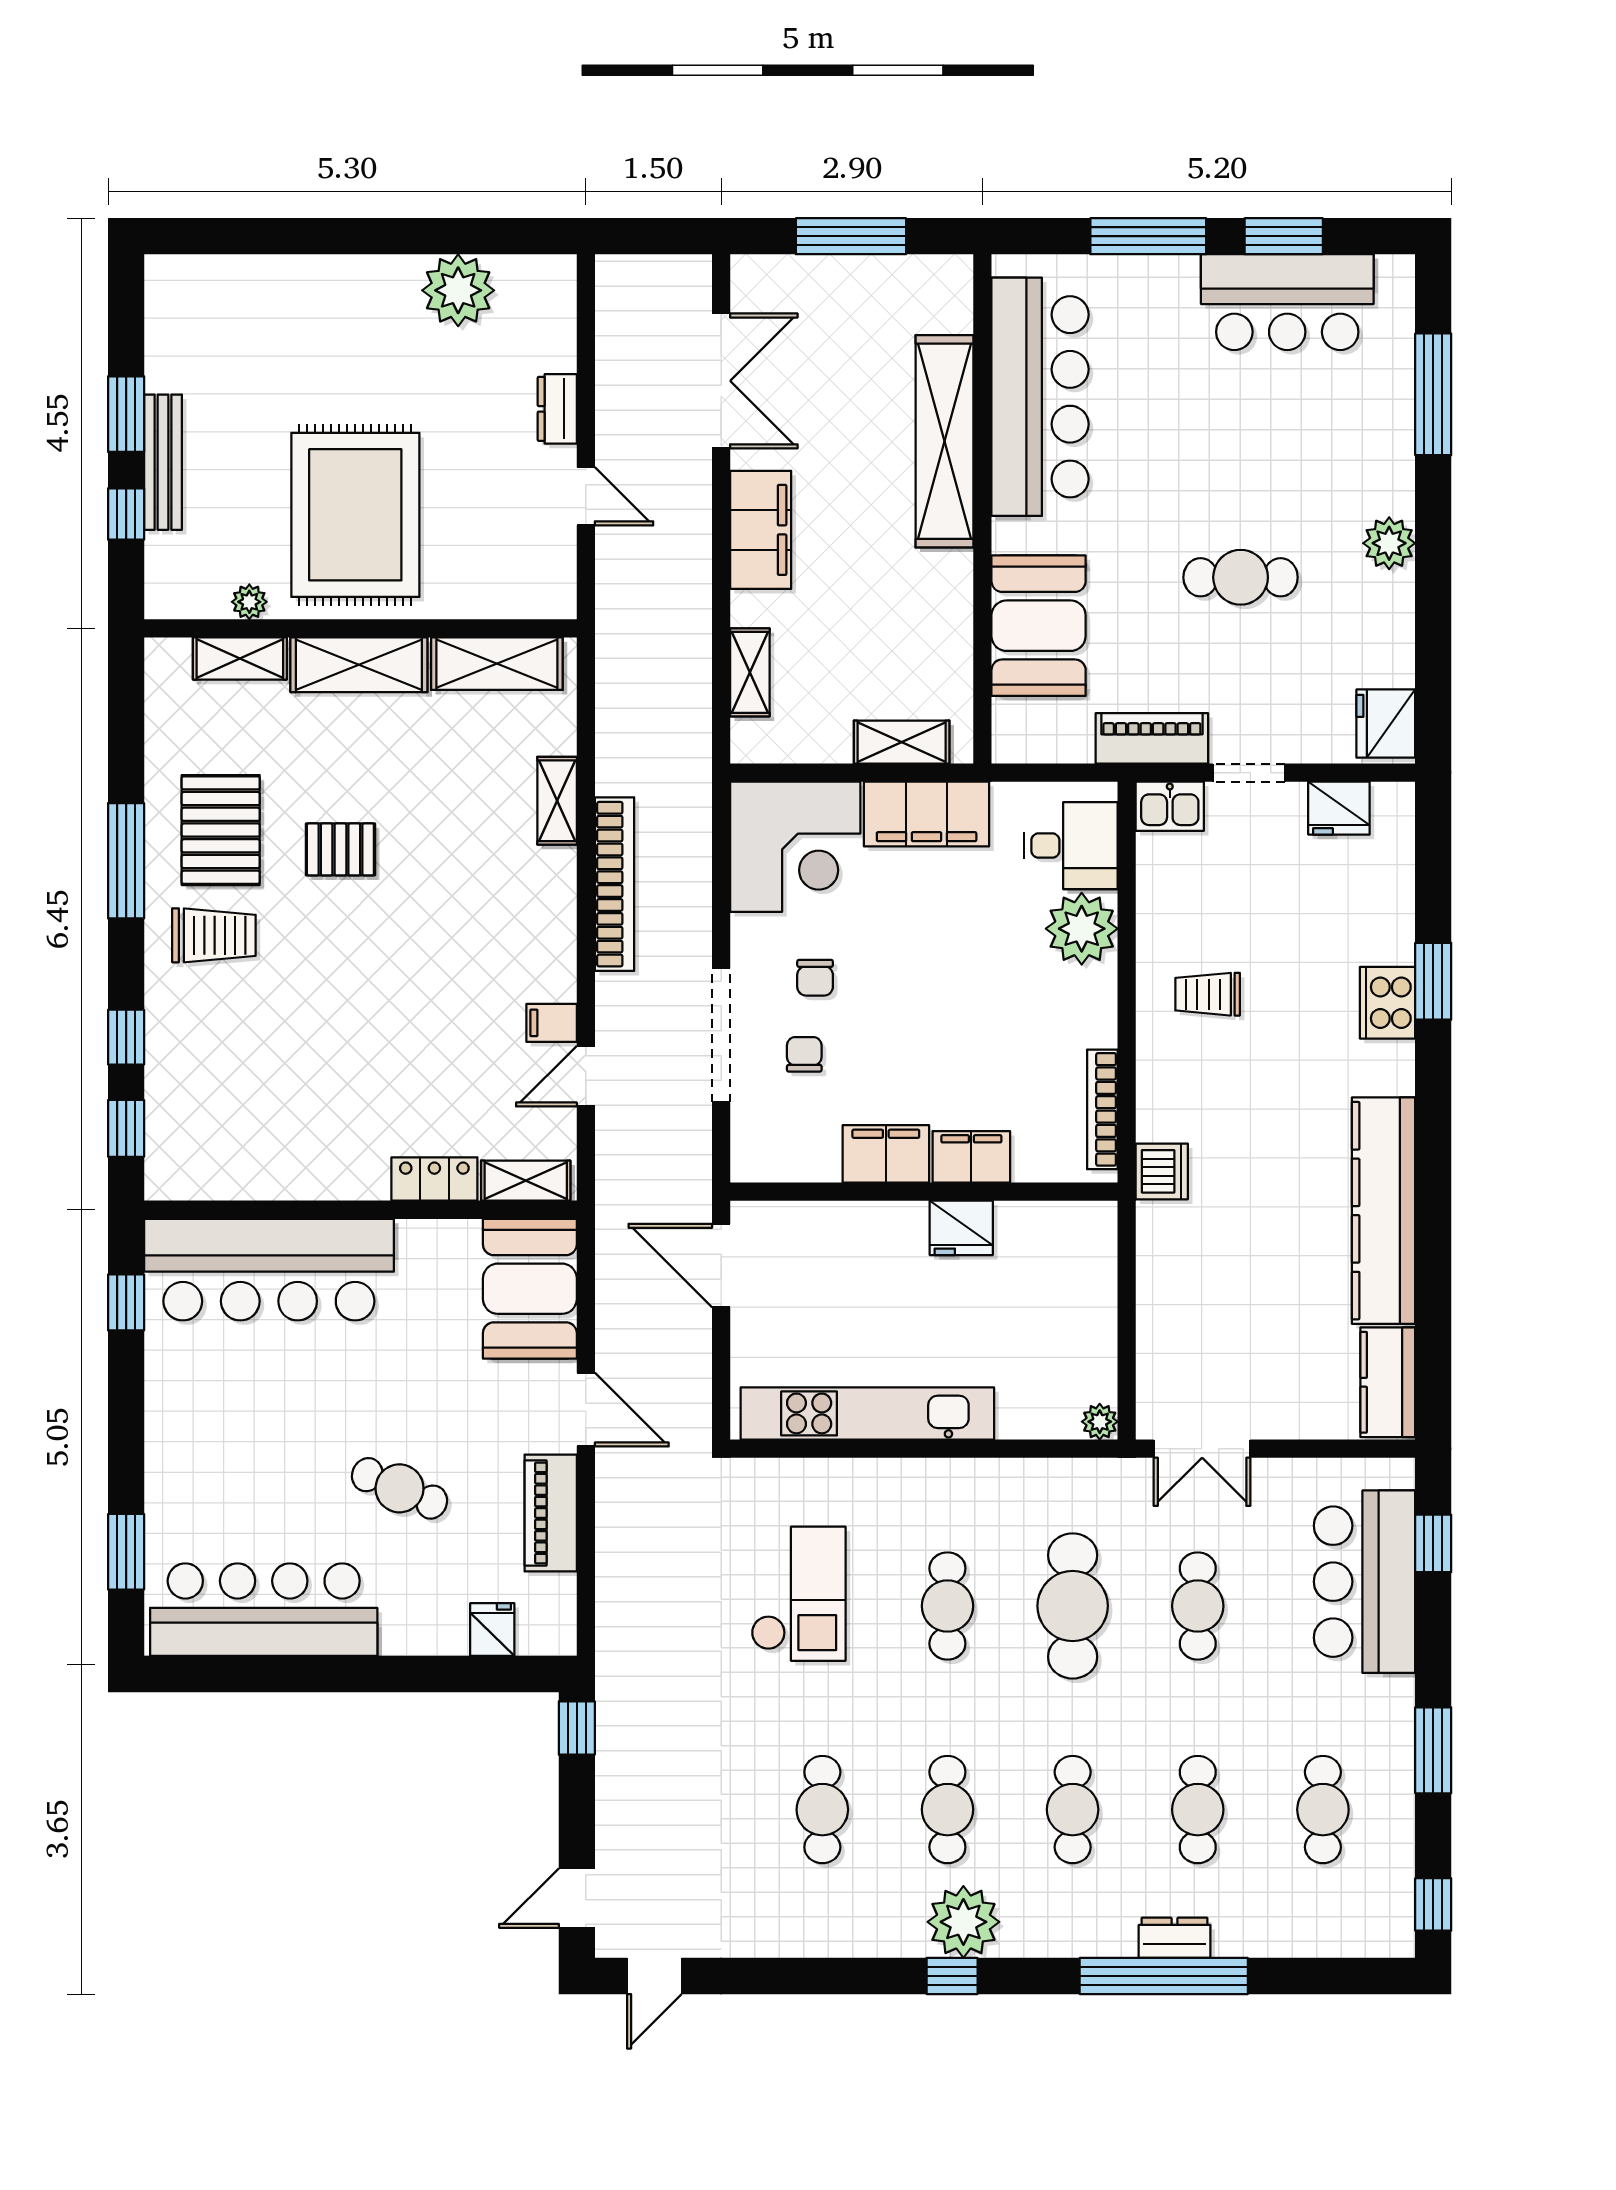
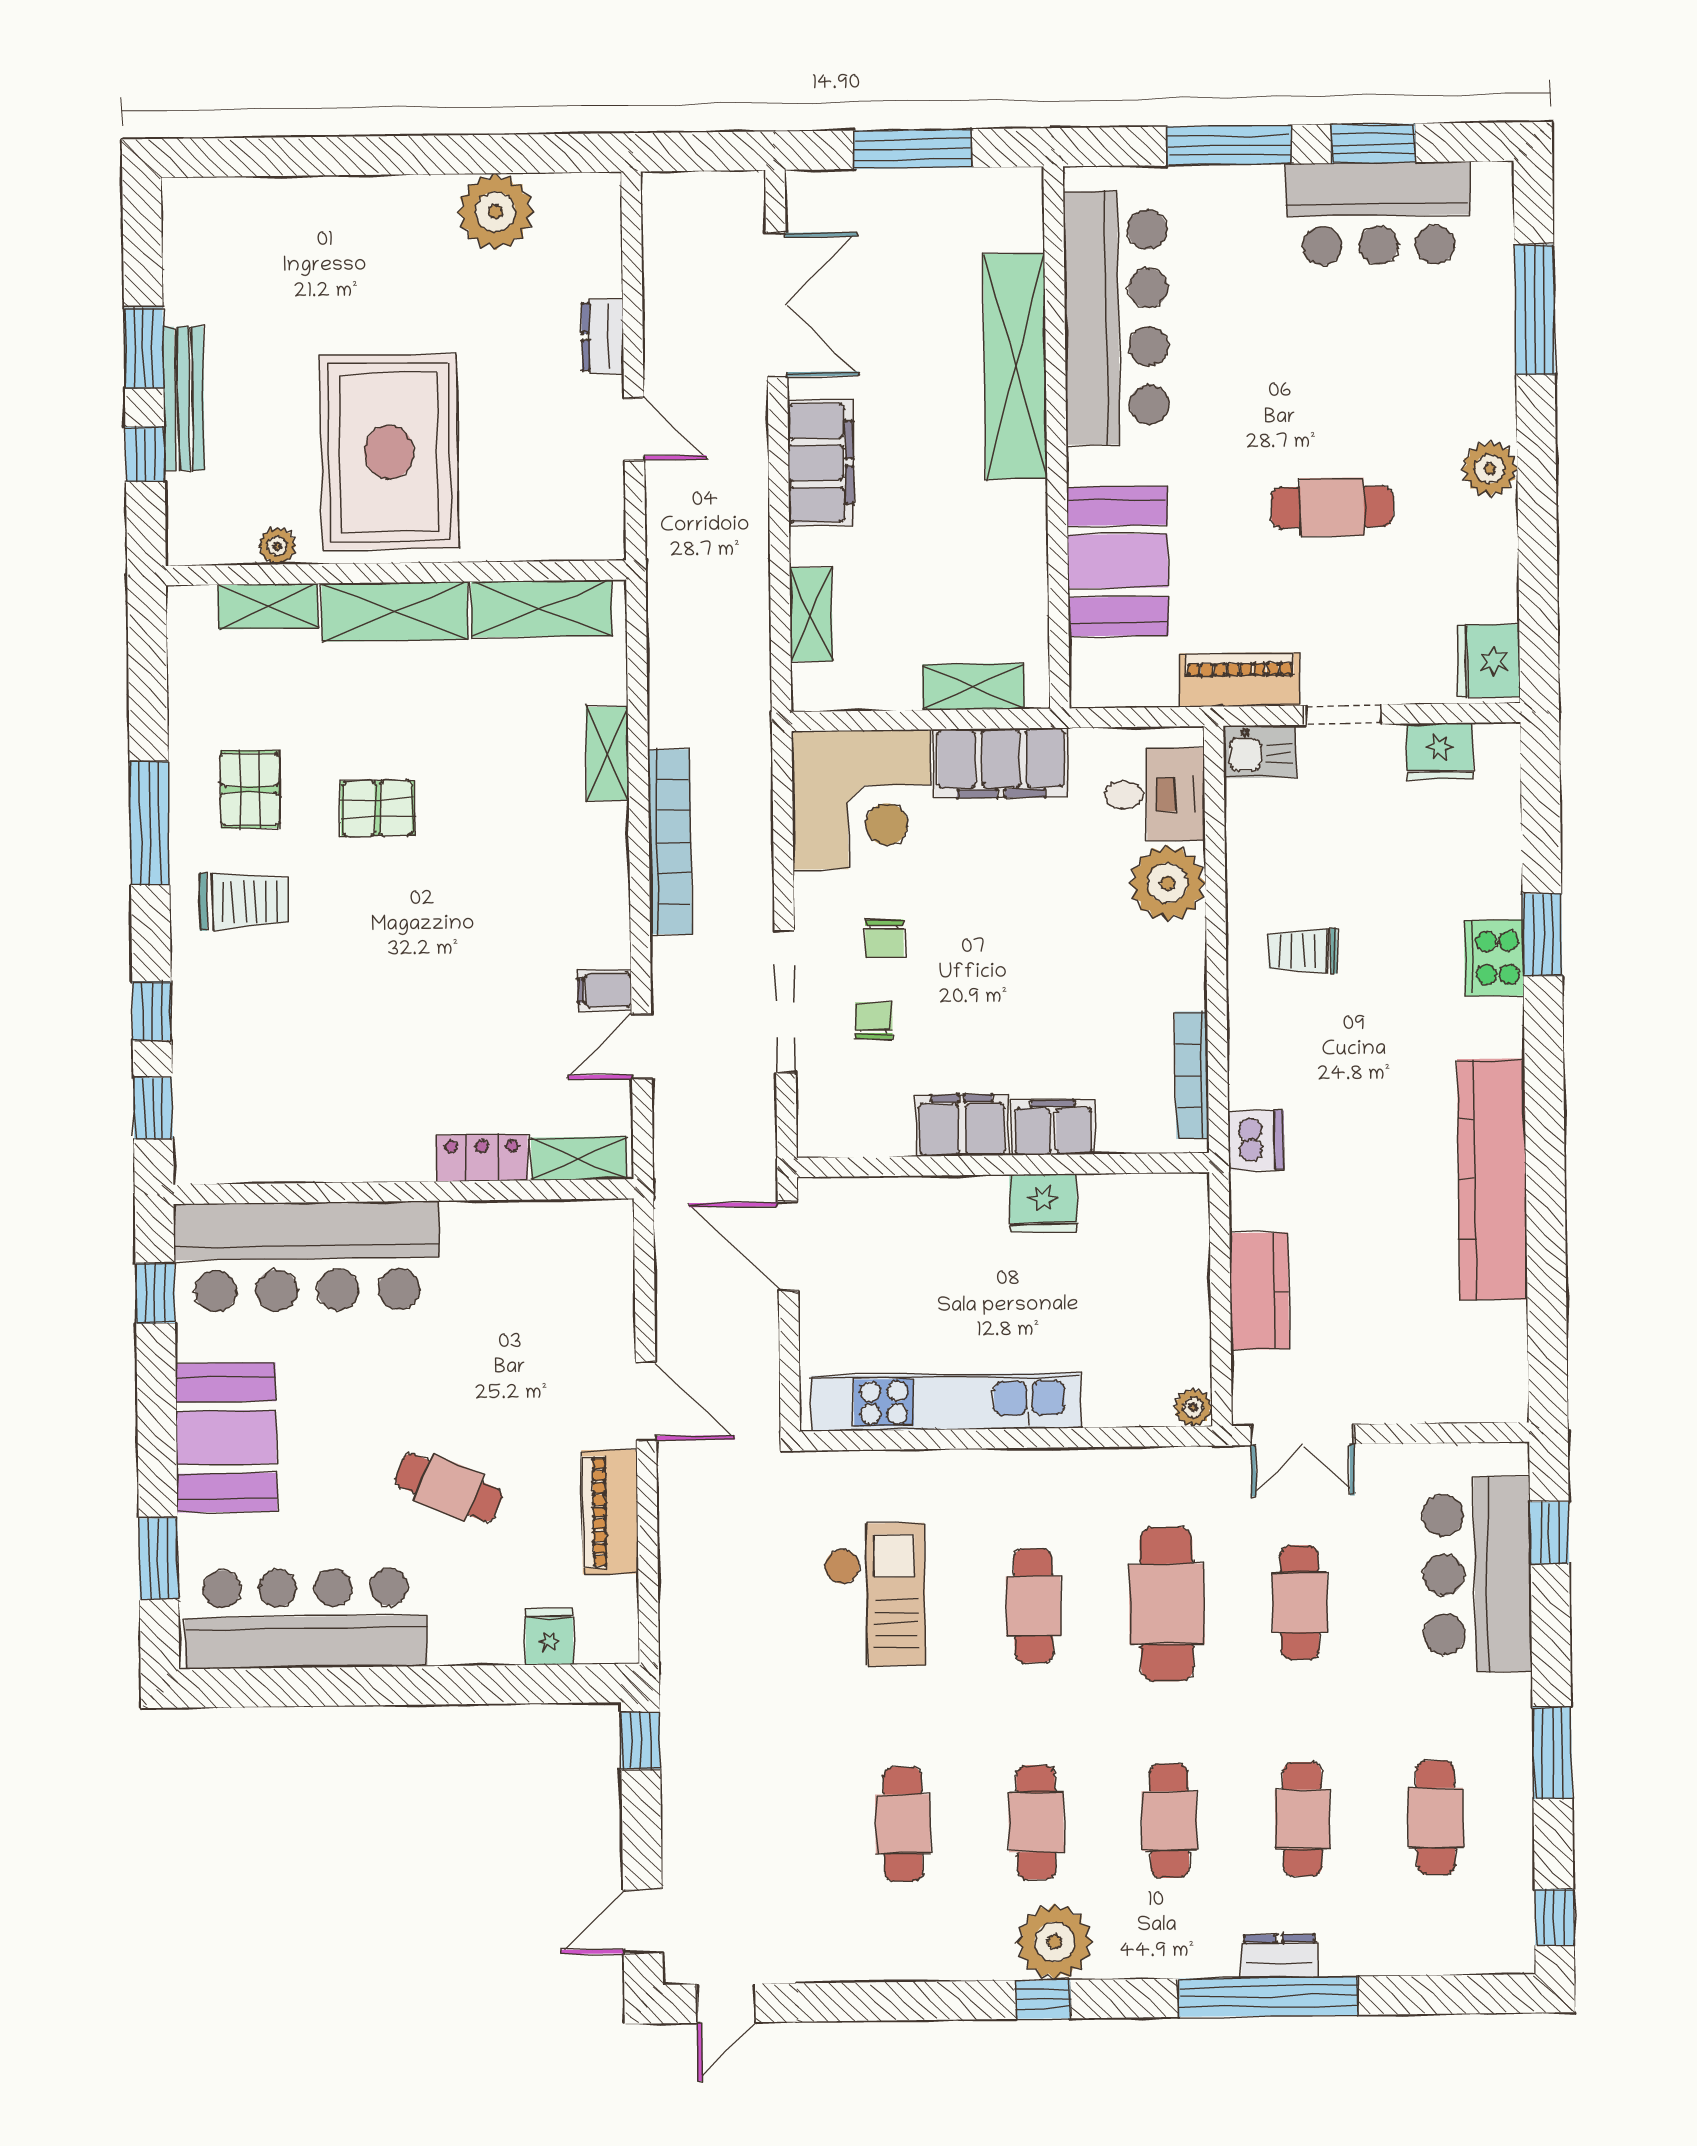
pallet: (221, 830) -> (250, 789), width x0.67, depth x0.71
booth: (530, 1289) -> (226, 1437), moved
kitchen counter: (1388, 1382) -> (1259, 1291), moved, turned 180

